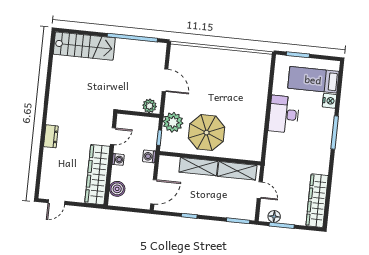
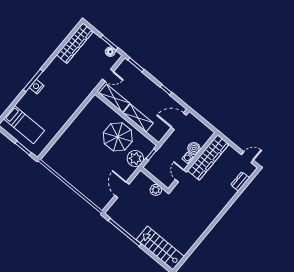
nightstand: (329, 101) -> (37, 87), moved
plant: (150, 106) -> (156, 190), moved
desk: (284, 114) -> (59, 115), removed
dresser: (51, 136) -> (240, 181), moved
door: (113, 136) -> (181, 176), hinge flipped
washing machine: (149, 156) -> (166, 146), removed
boiler: (117, 189) -> (194, 148), moved
door: (260, 190) -> (108, 75), swing flipped

